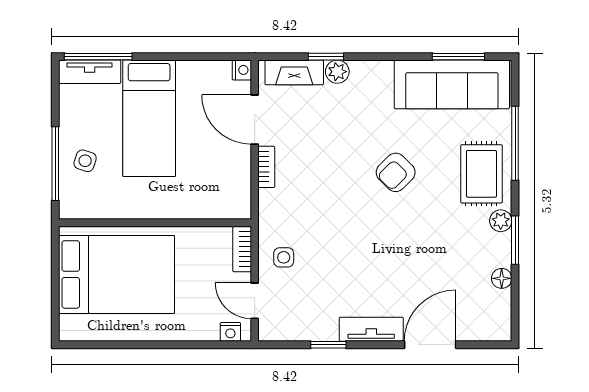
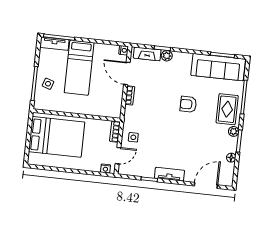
armchair: (396, 172) -> (188, 104), turned 45
door: (255, 301) -> (118, 156), swing flipped
door: (430, 345) -> (206, 185), moved

